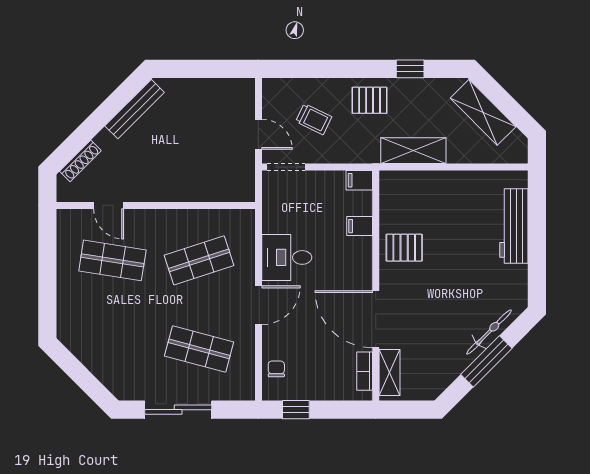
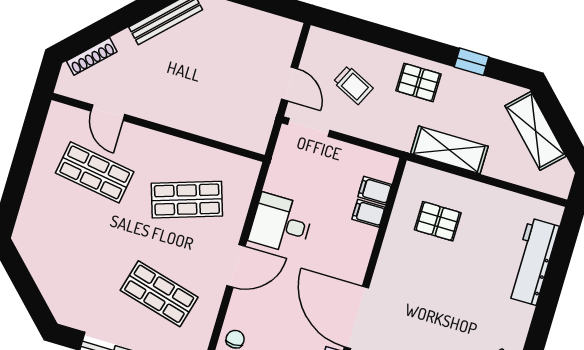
filing cabinet: (359, 180) -> (375, 191), moved
pallet: (404, 248) -> (438, 221), moved

